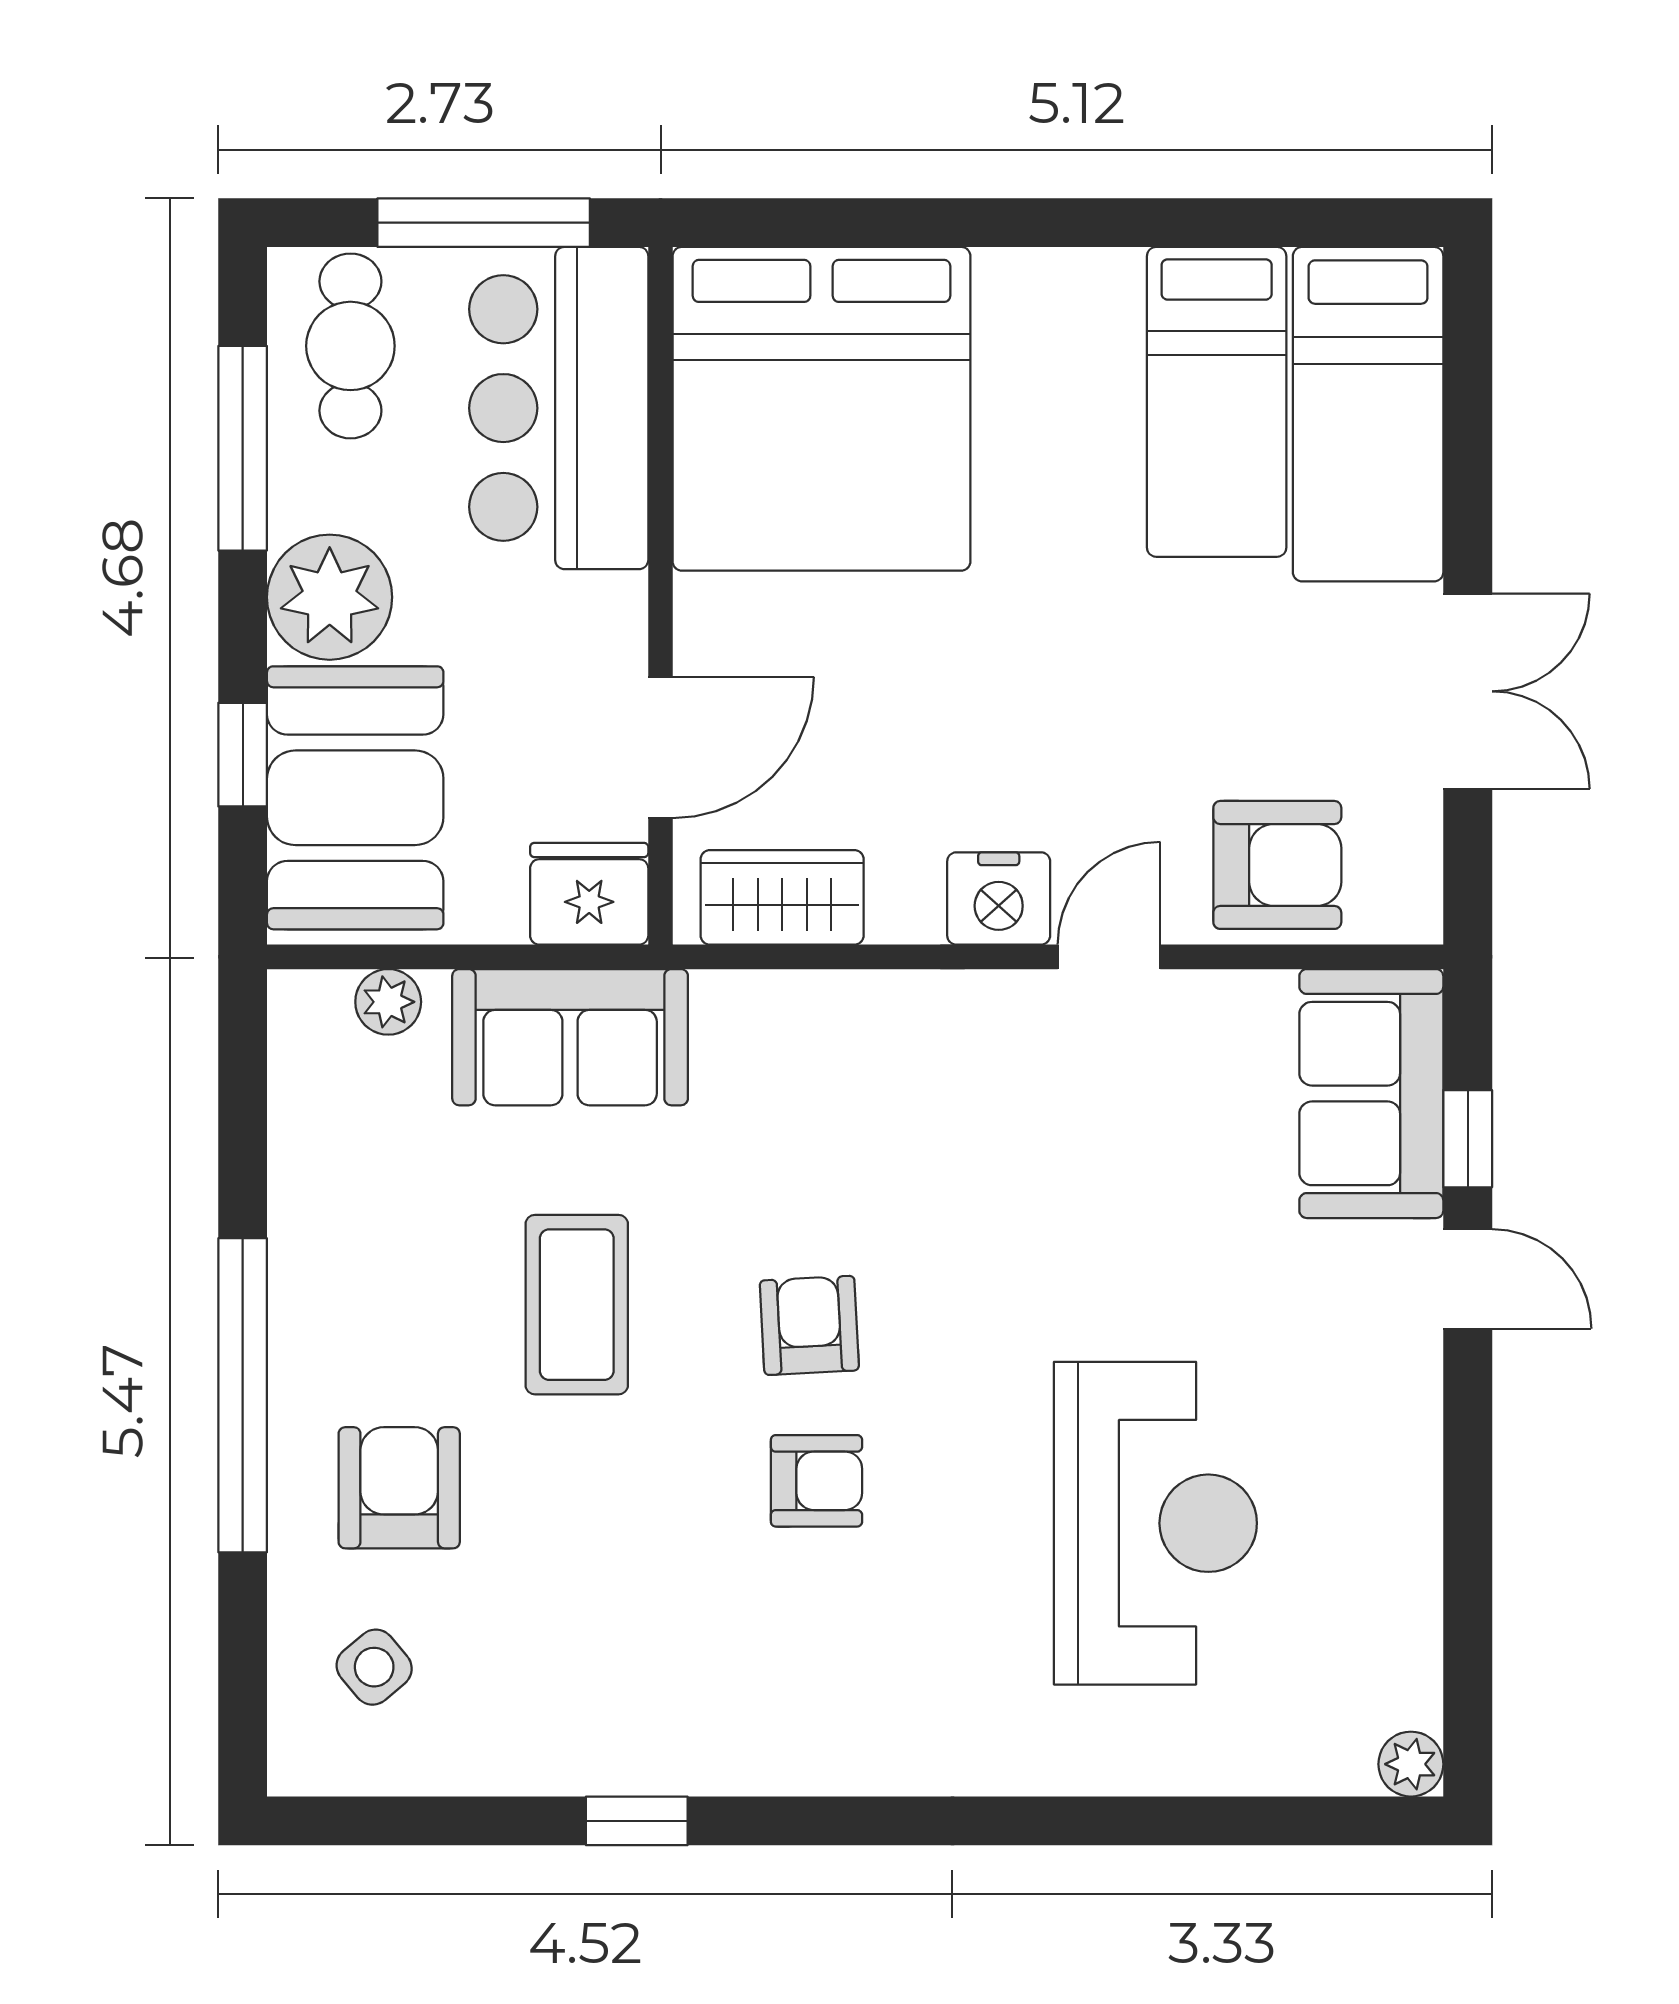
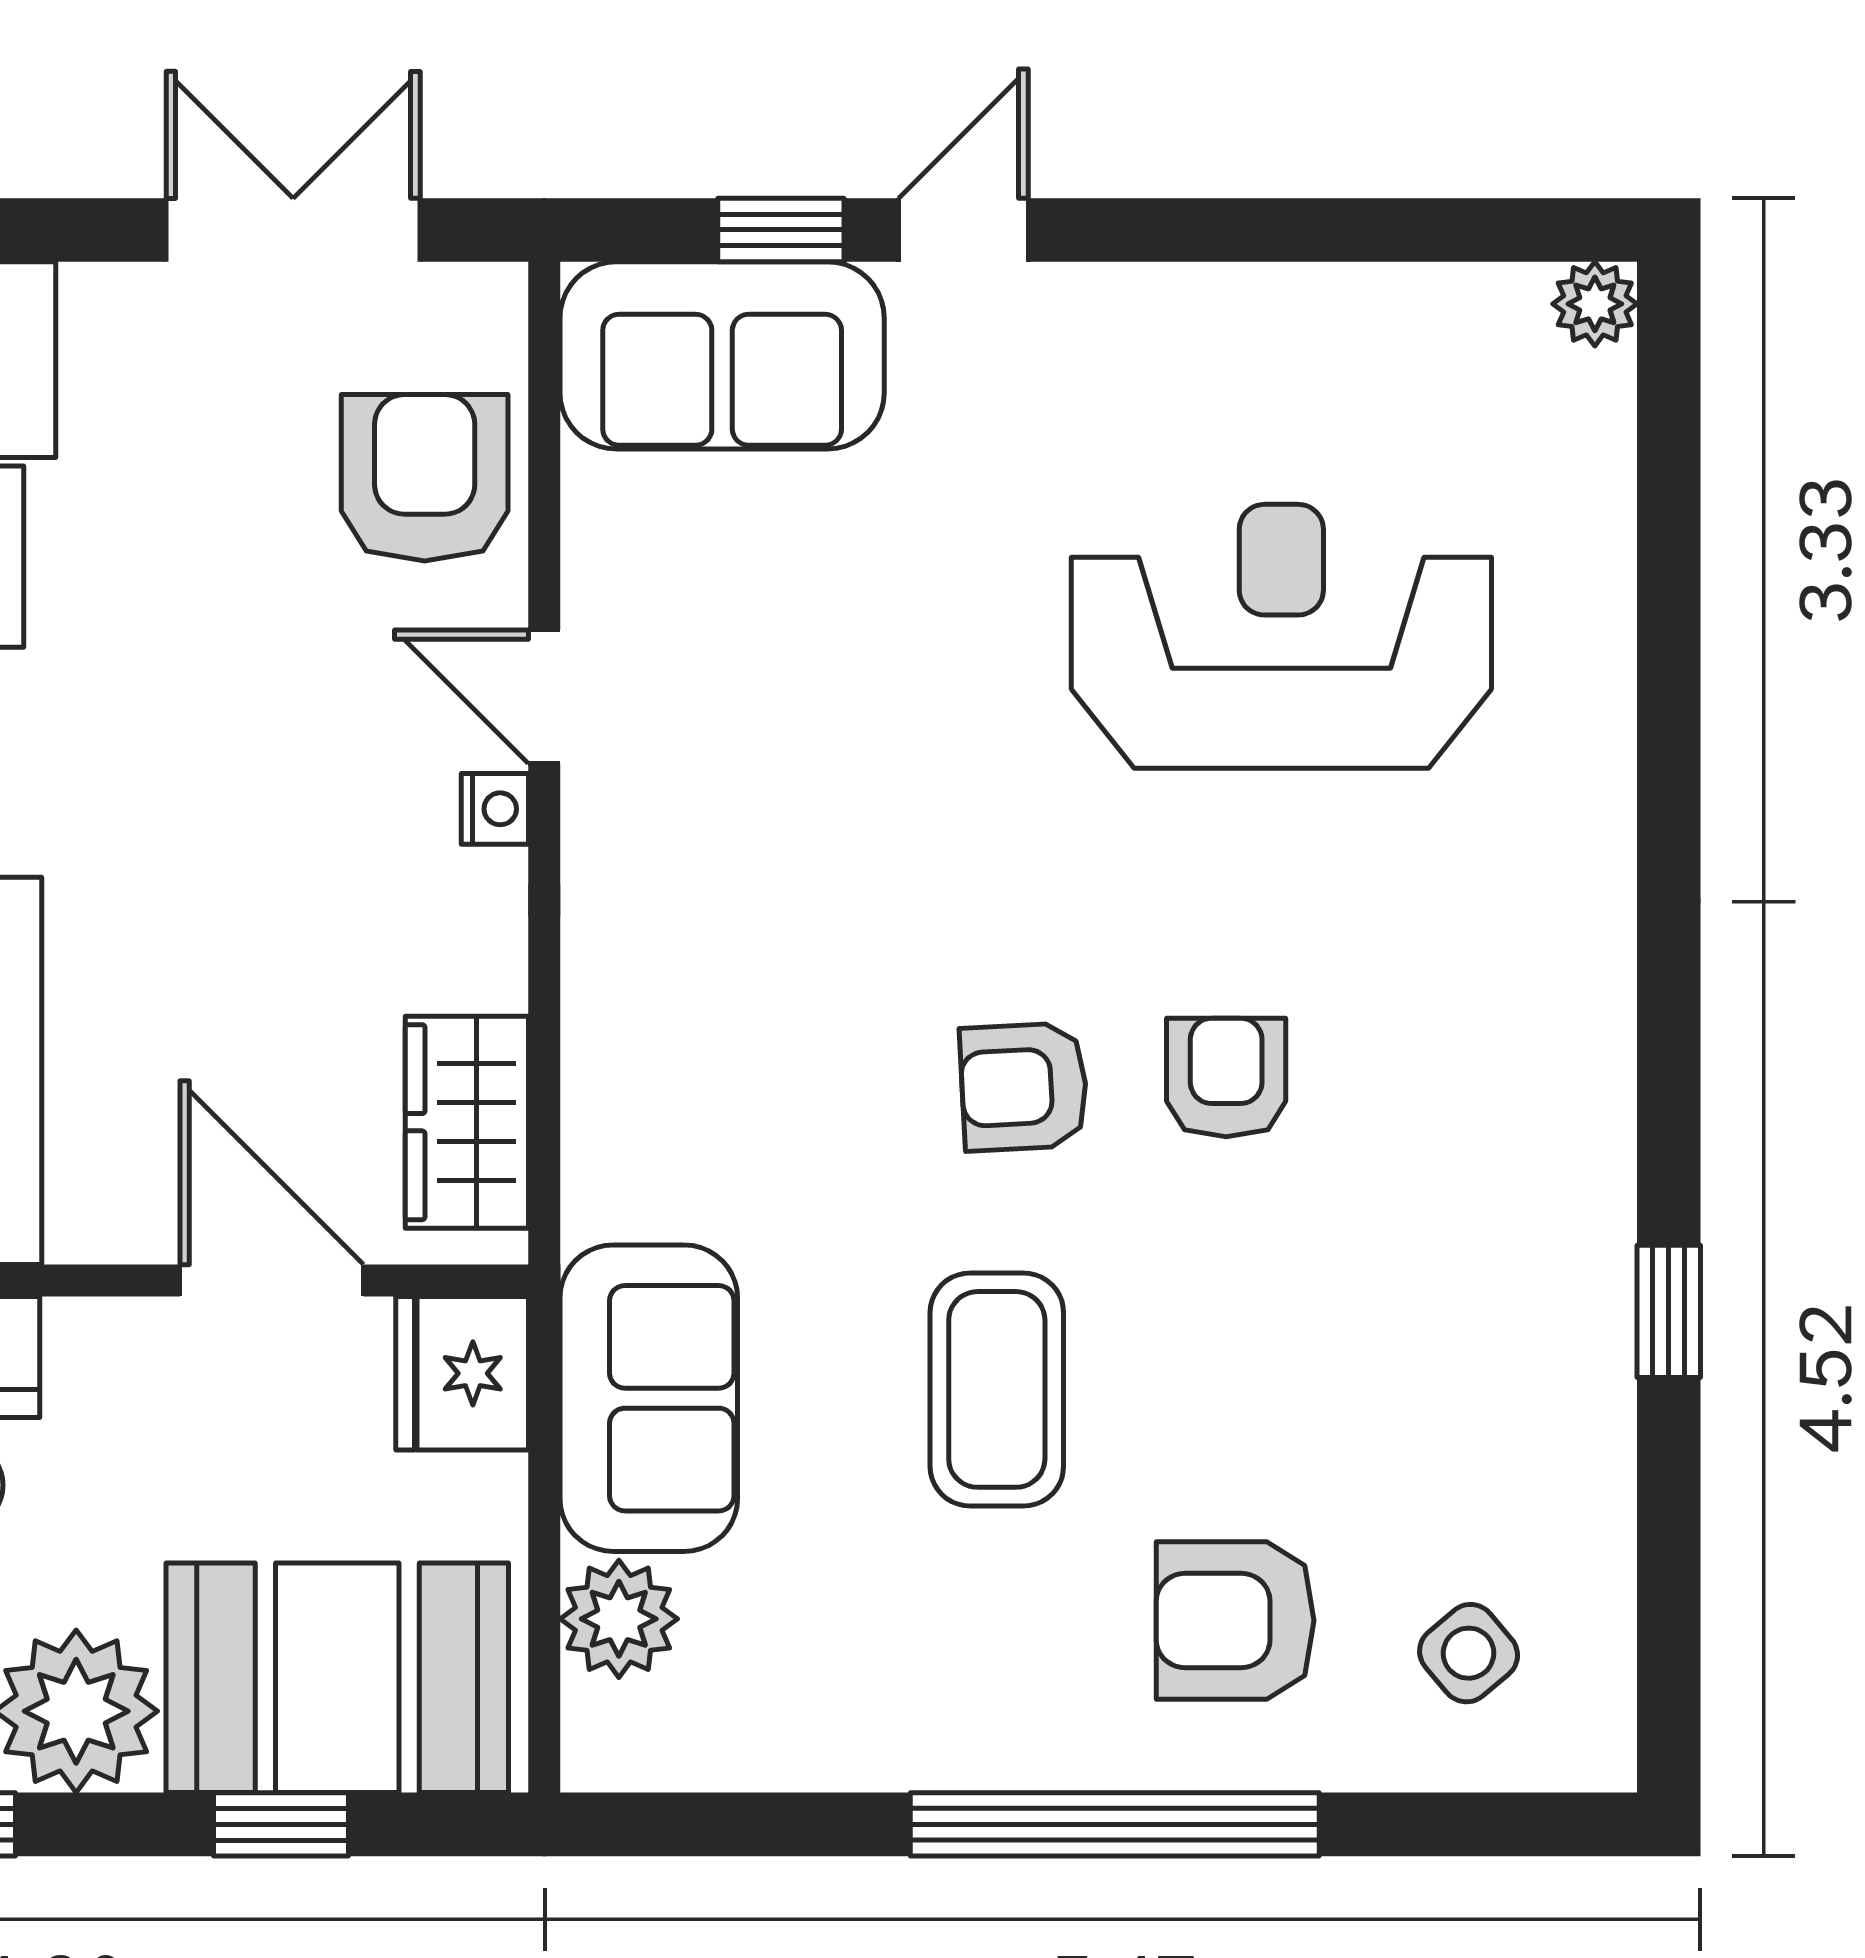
double door: (1468, 691) -> (293, 230), moved
nightstand: (999, 898) -> (495, 809), width x0.53, depth x0.56
plant: (388, 1002) -> (619, 1619), width x1.38, depth x1.38
coffee table: (577, 1305) -> (997, 1389), turned 90

